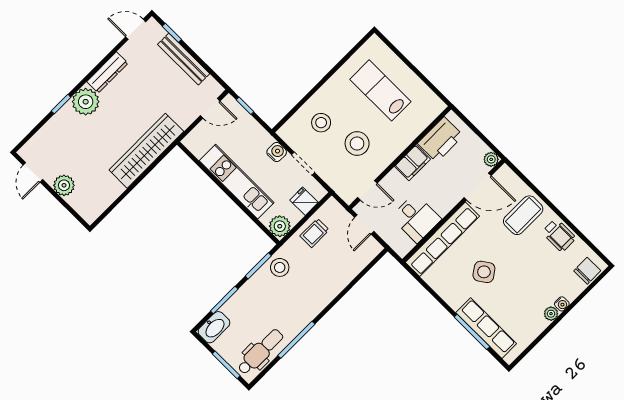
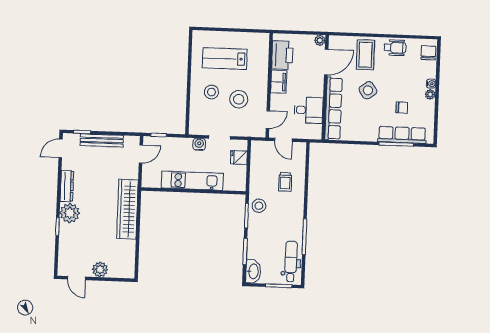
stool: (321, 123) -> (211, 92), moved
plant: (280, 226) -> (238, 183), removed
trolley: (315, 233) -> (285, 182), moved
side table: (484, 272) -> (368, 90), moved
chair: (511, 301) -> (402, 107), added

